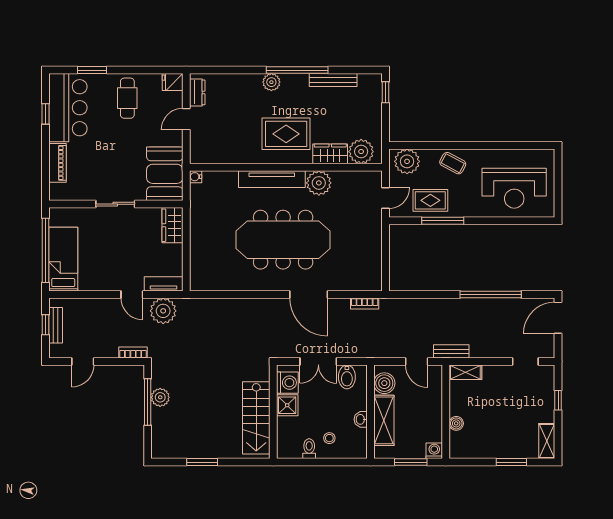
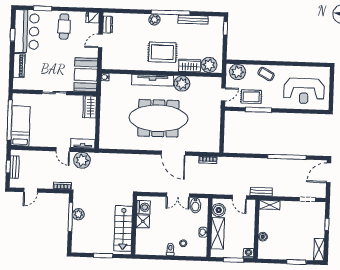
washing machine: (287, 383) -> (143, 207), moved
shower: (287, 405) -> (143, 221), moved
wall: (273, 412) -> (134, 225), moved
stairs: (256, 418) -> (123, 229), moved

